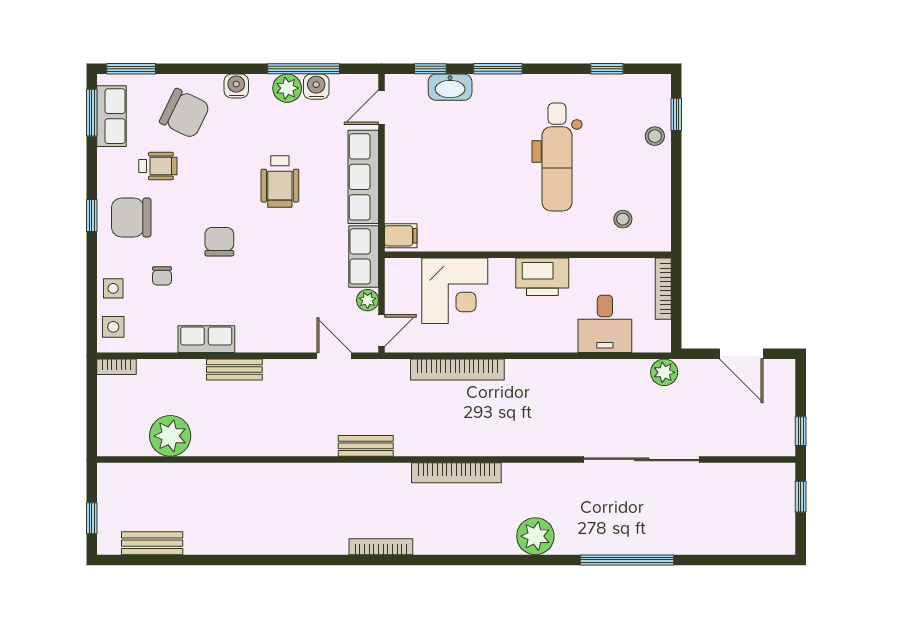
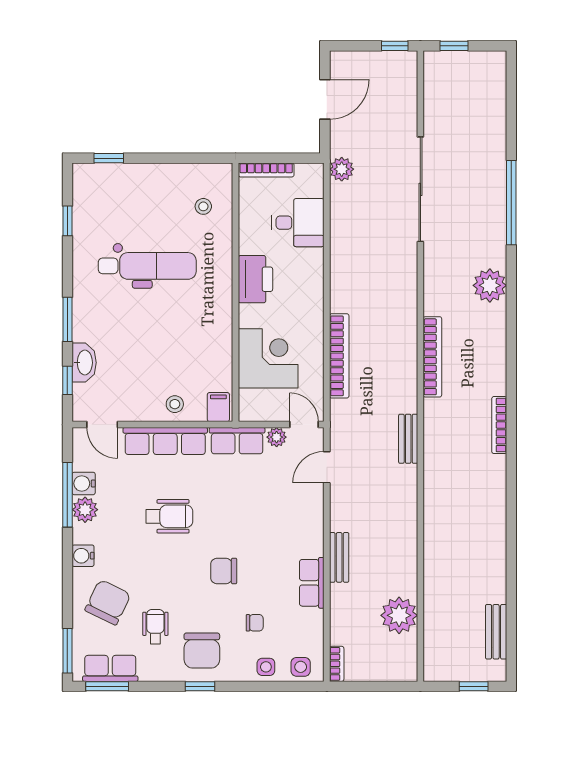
stool: (655, 136) -> (175, 404), moved

